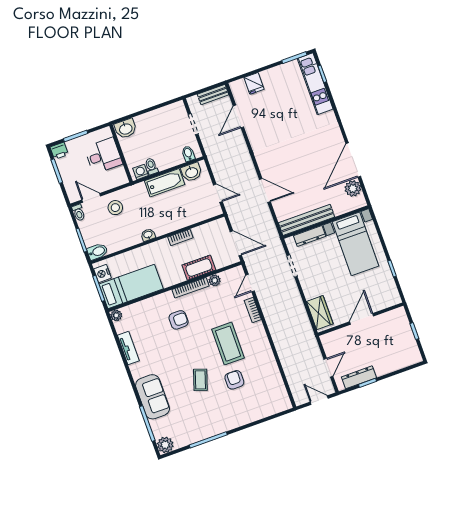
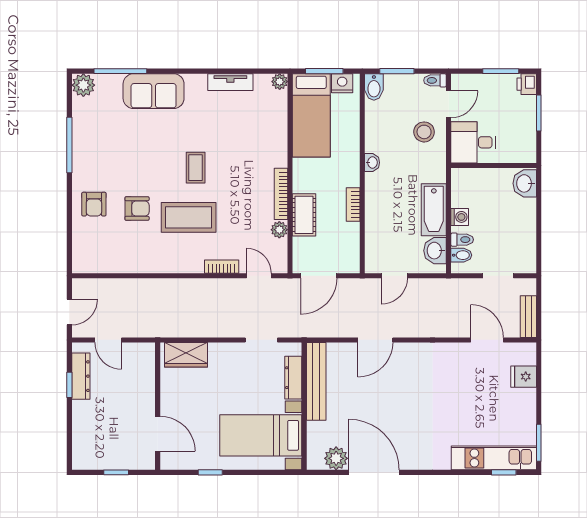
desk: (103, 156) -> (473, 142), moved, turned 90
toilet: (151, 166) -> (462, 240), moved
washing machine: (141, 172) -> (460, 217), moved
door: (362, 319) -> (158, 434), moved
armchair: (178, 320) -> (94, 204), moved
coffee table: (200, 380) -> (196, 168), moved, turned 72

